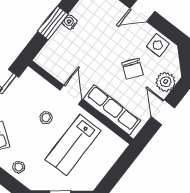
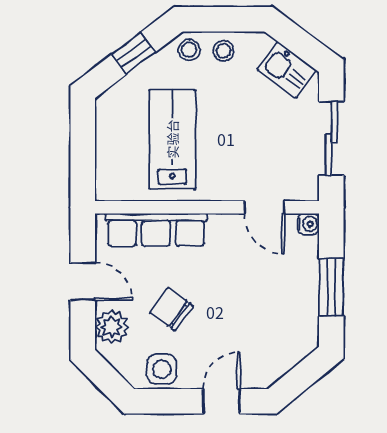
water cooler: (70, 22) -> (308, 224), moved
door: (71, 95) -> (264, 207), moved
stool: (46, 118) -> (189, 50), moved

